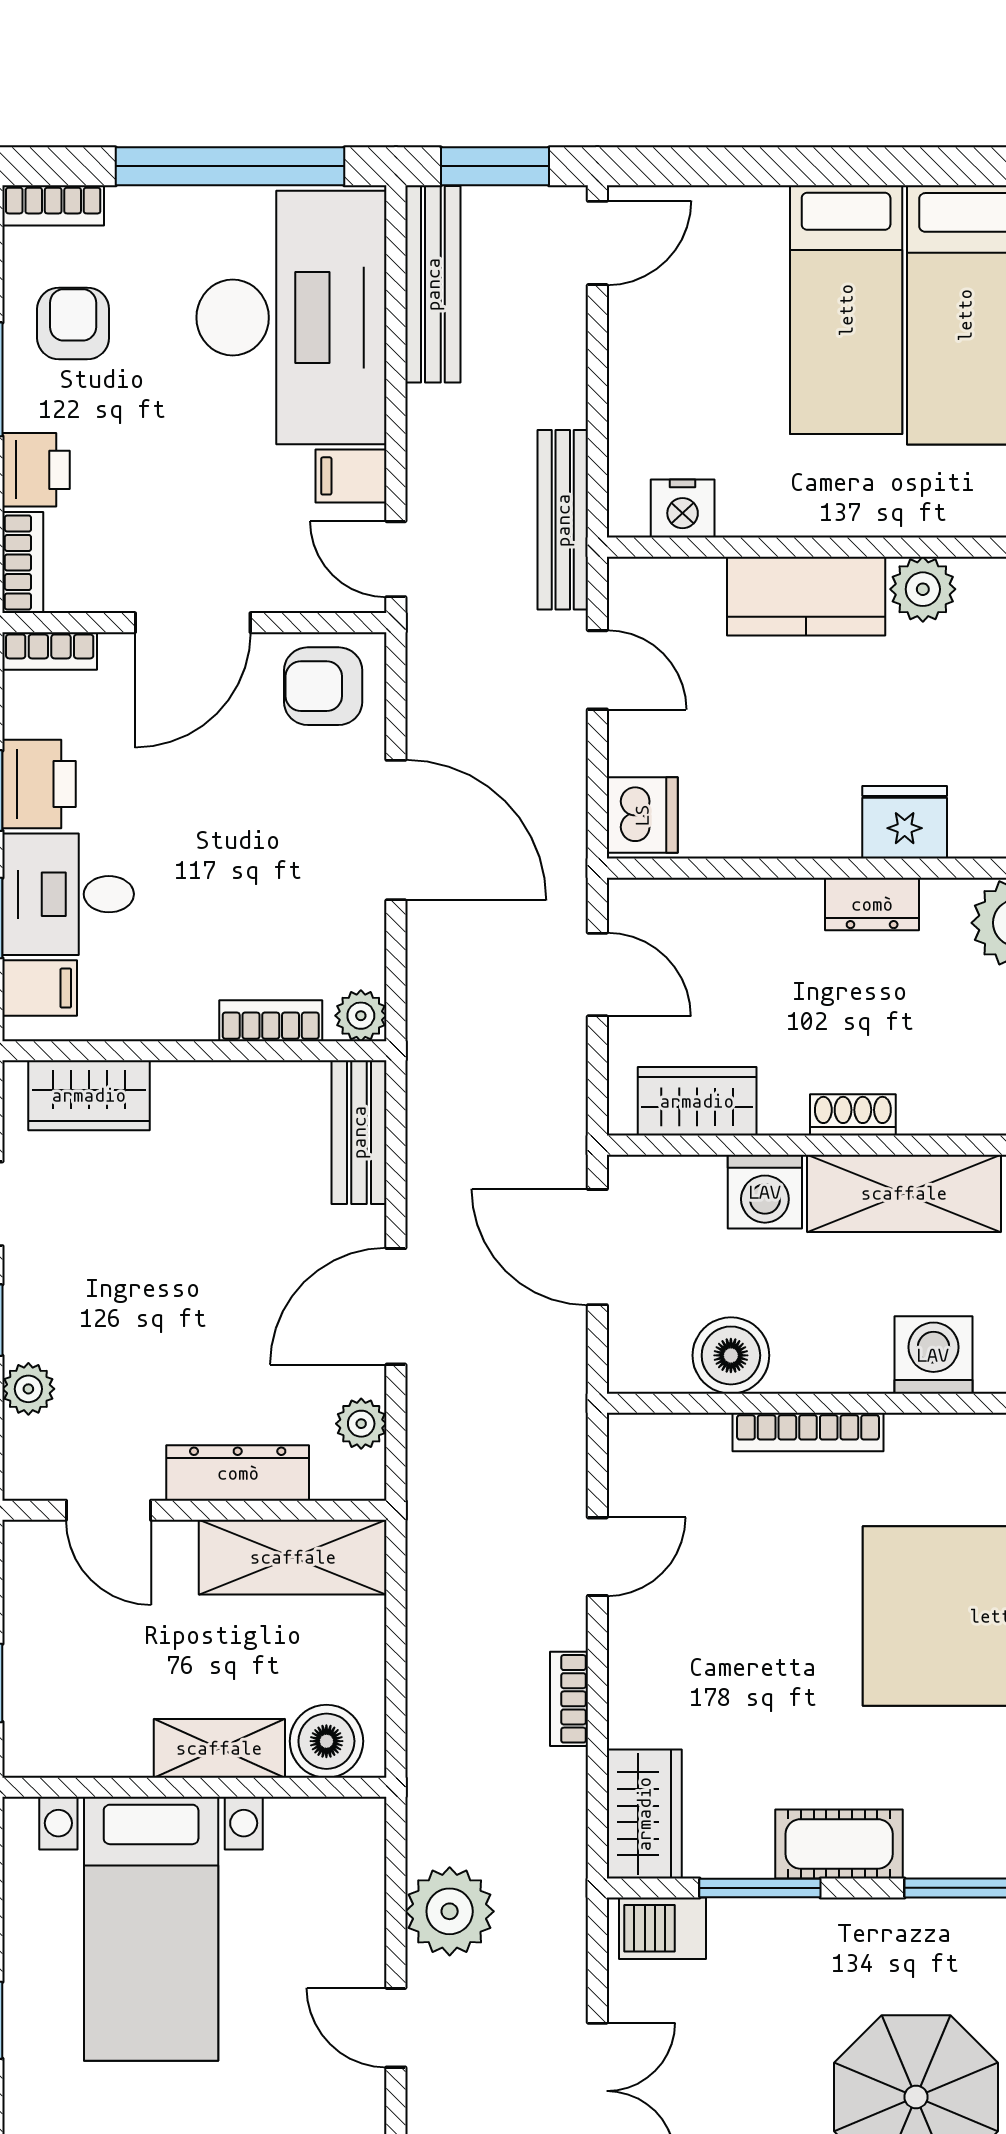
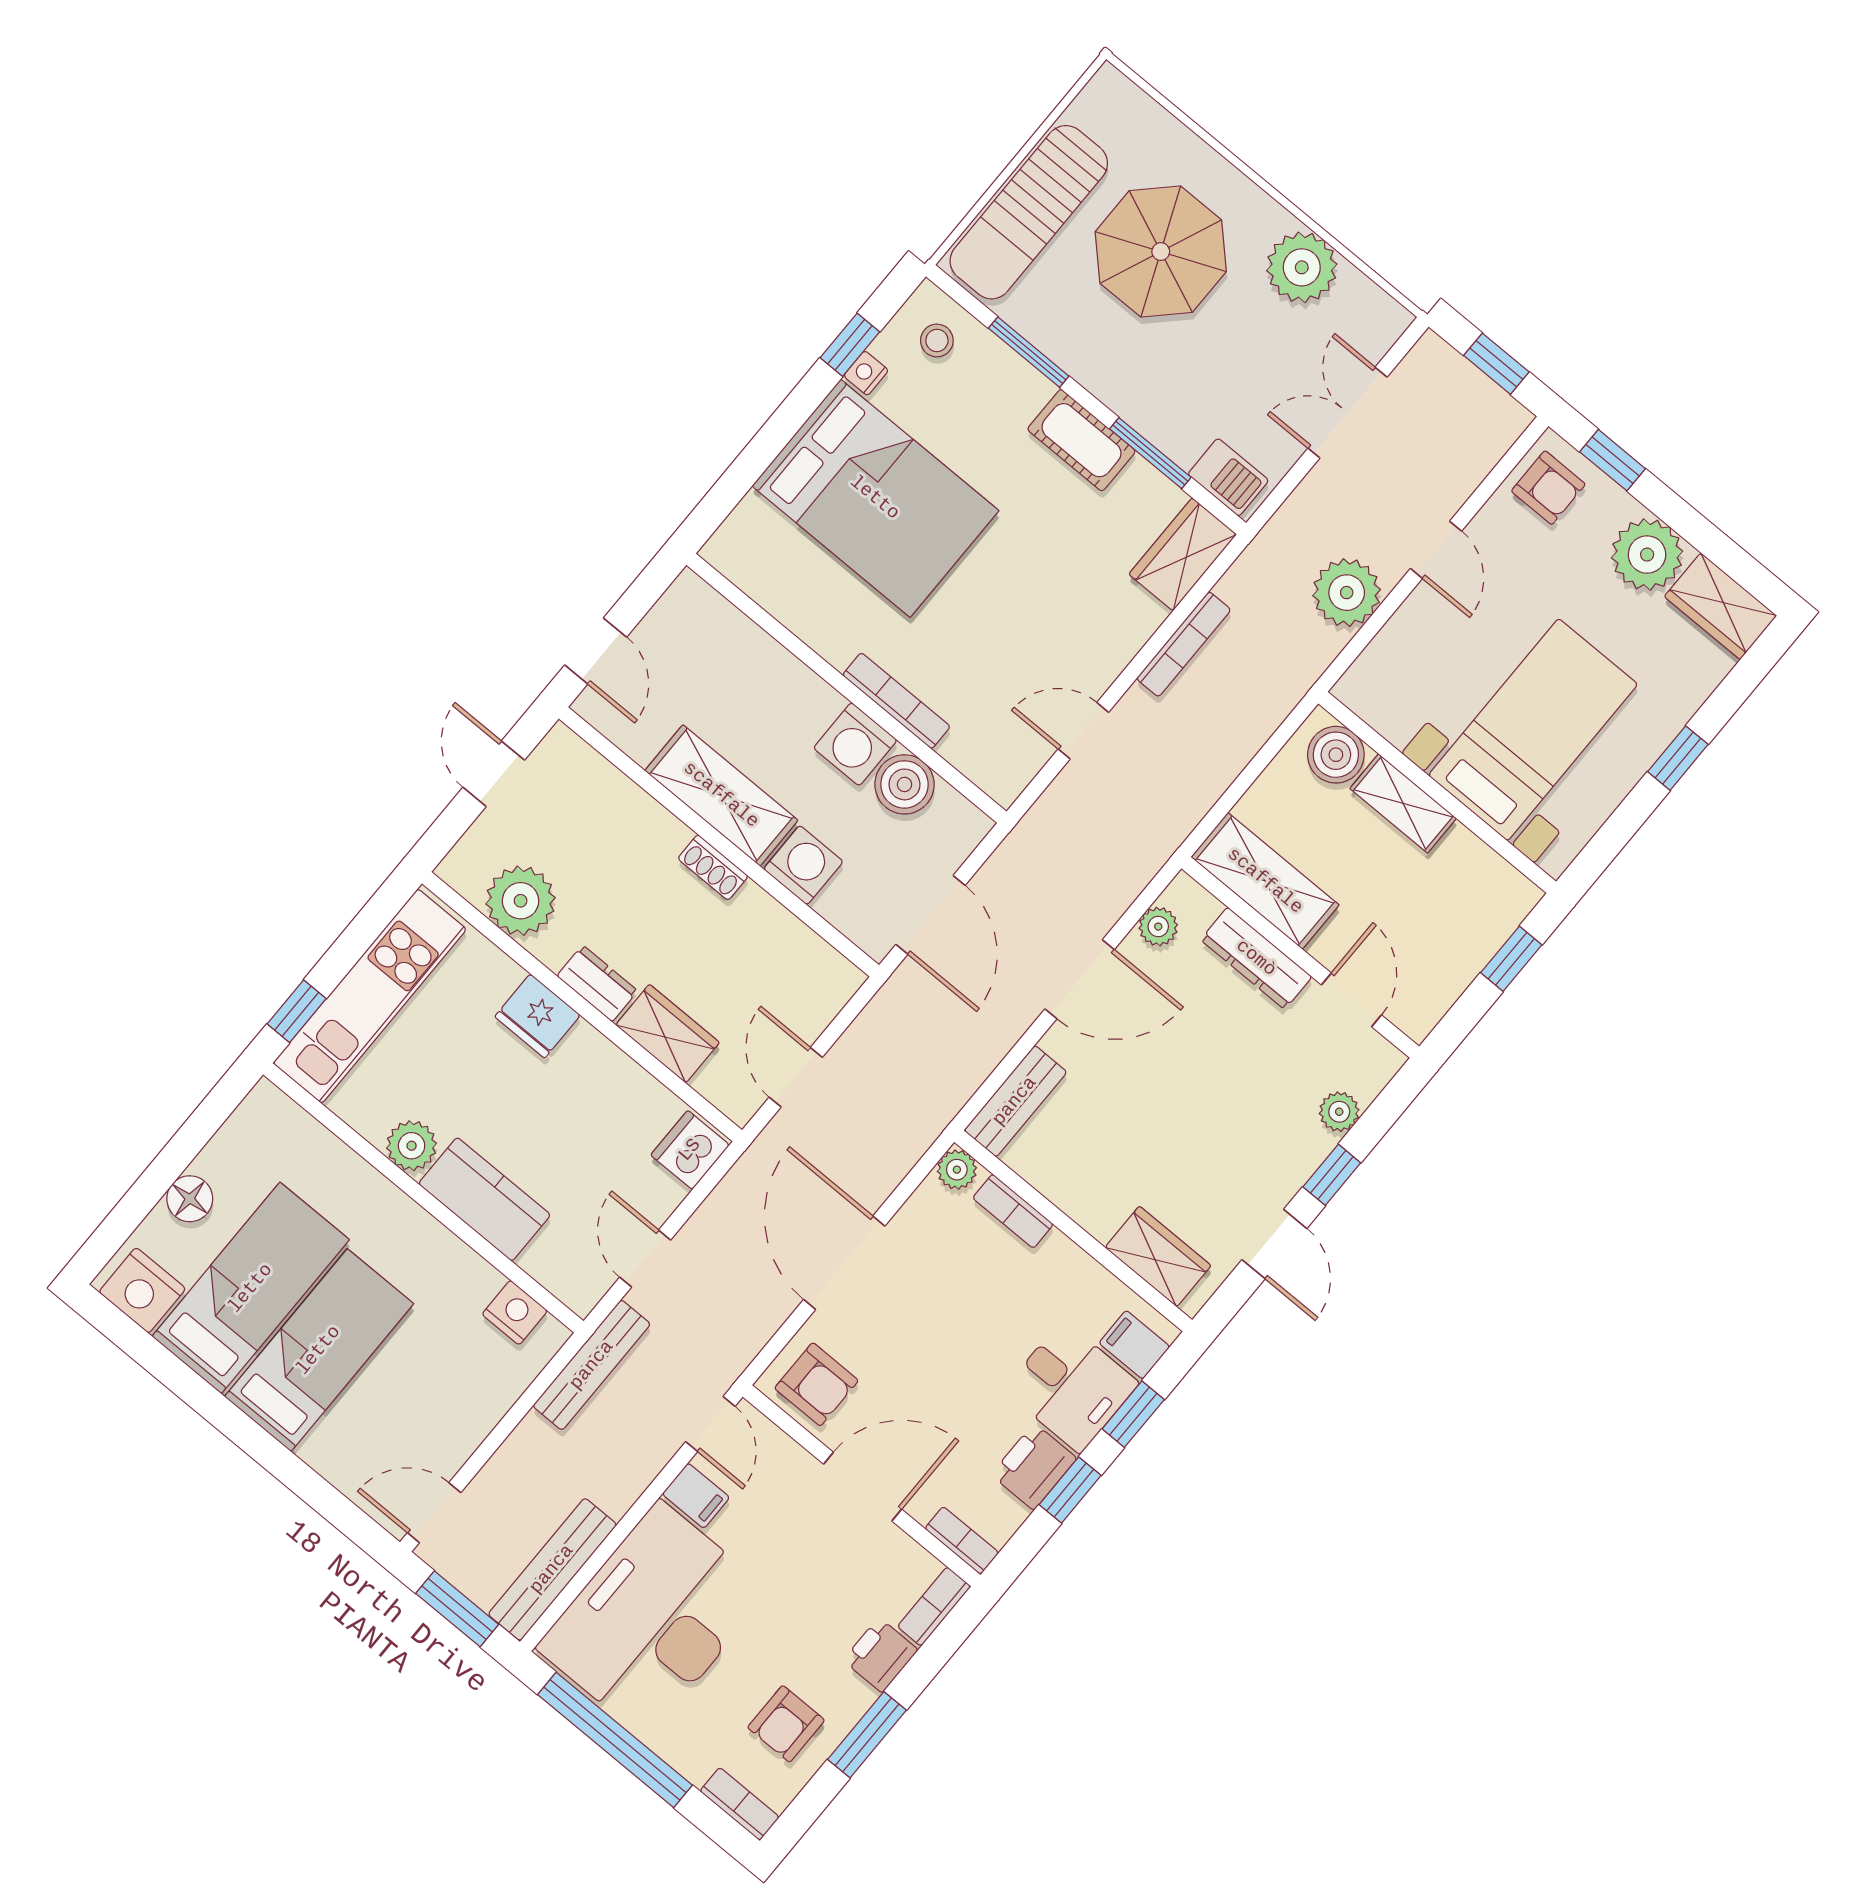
wardrobe: (697, 1101) -> (668, 1034), moved, turned 180
washing machine: (933, 1355) -> (855, 744), moved
bookcase: (569, 1699) -> (1184, 644), width x1.56

